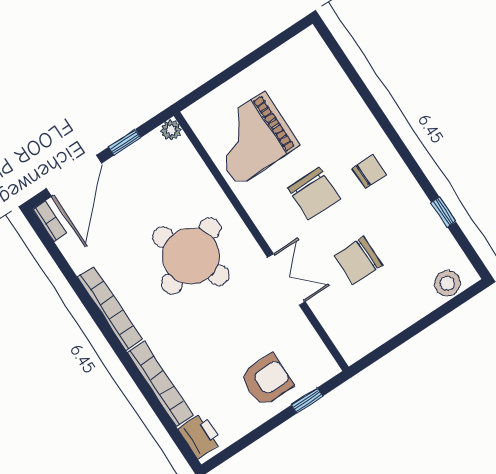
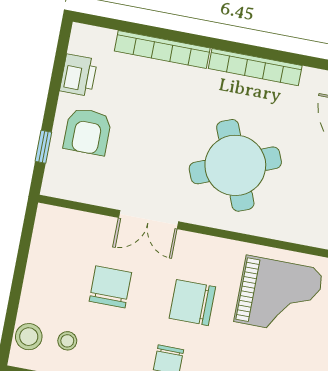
grand piano: (251, 139) -> (279, 296), turned 90
stool: (424, 254) -> (67, 341), added
printer: (200, 436) -> (78, 75), moved, turned -90

